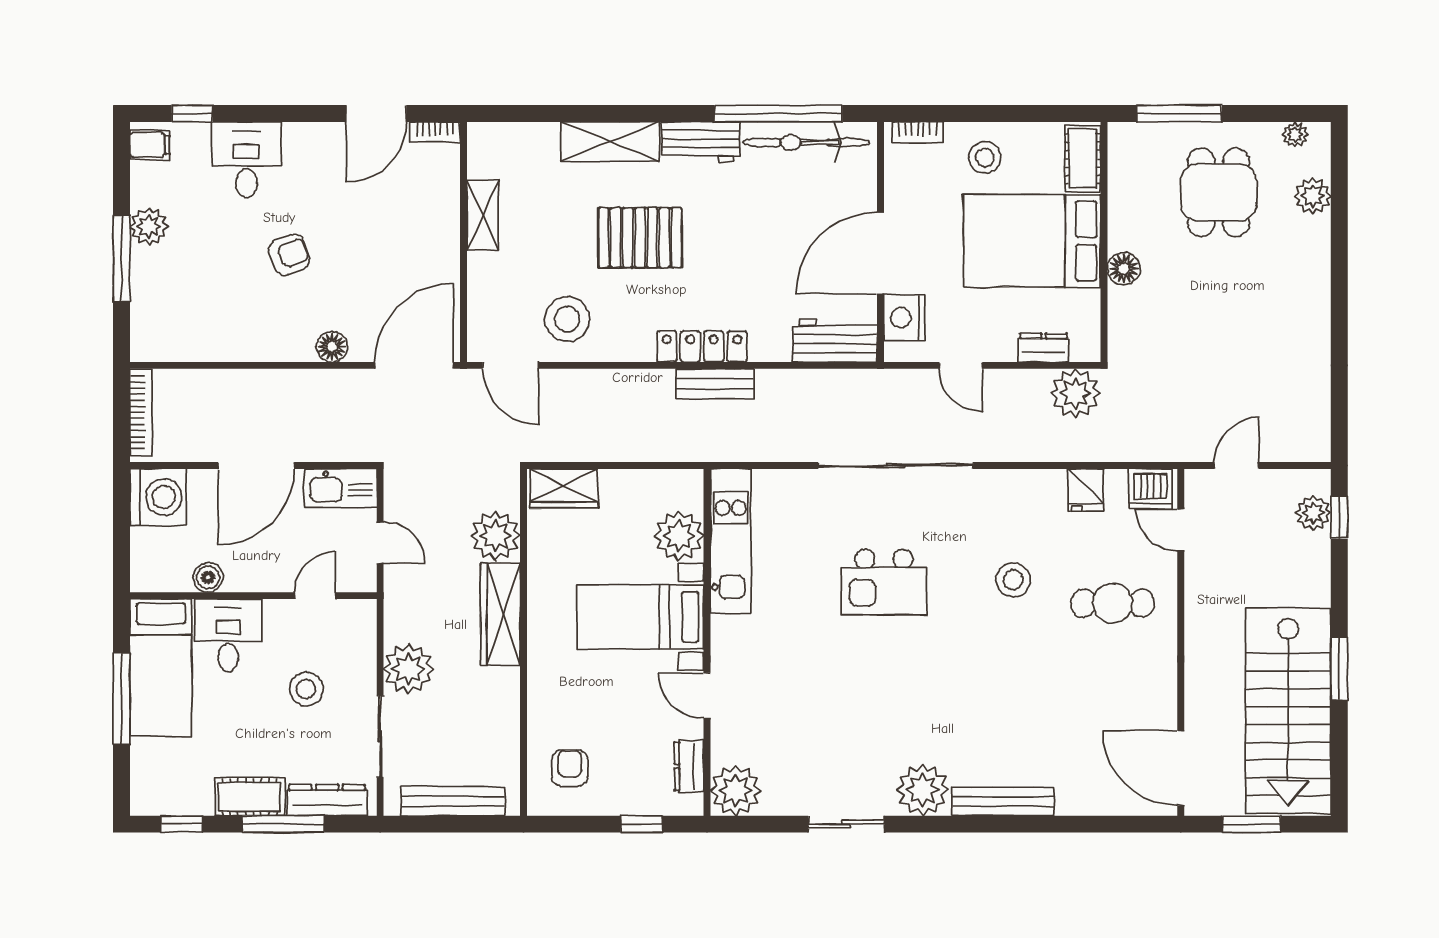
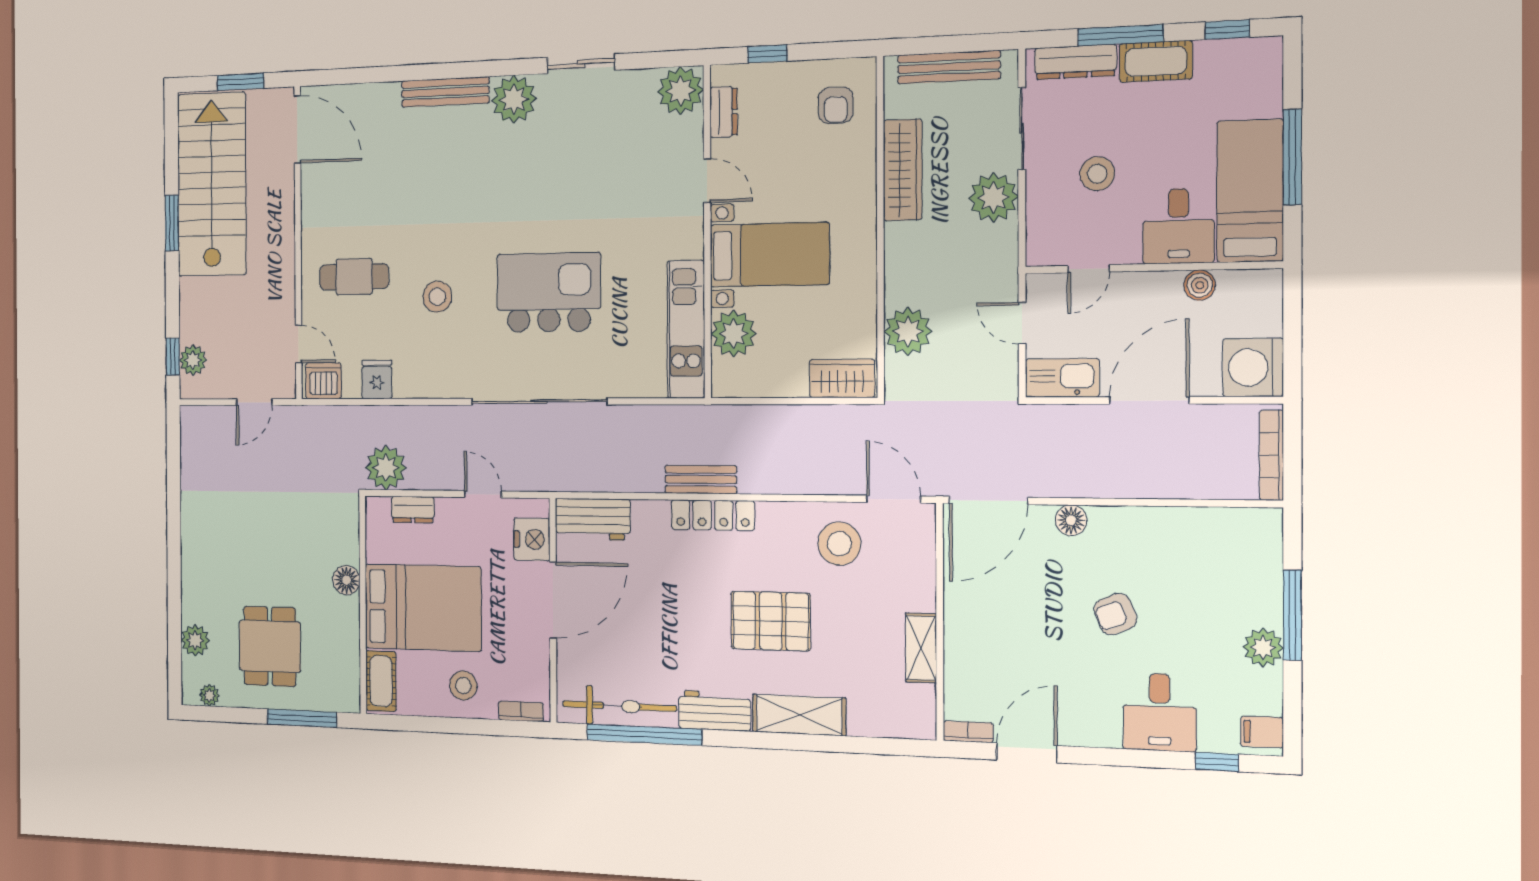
kitchen island: (884, 582) -> (549, 292), width x1.37, depth x1.28
wardrobe: (500, 614) -> (903, 170), moved

